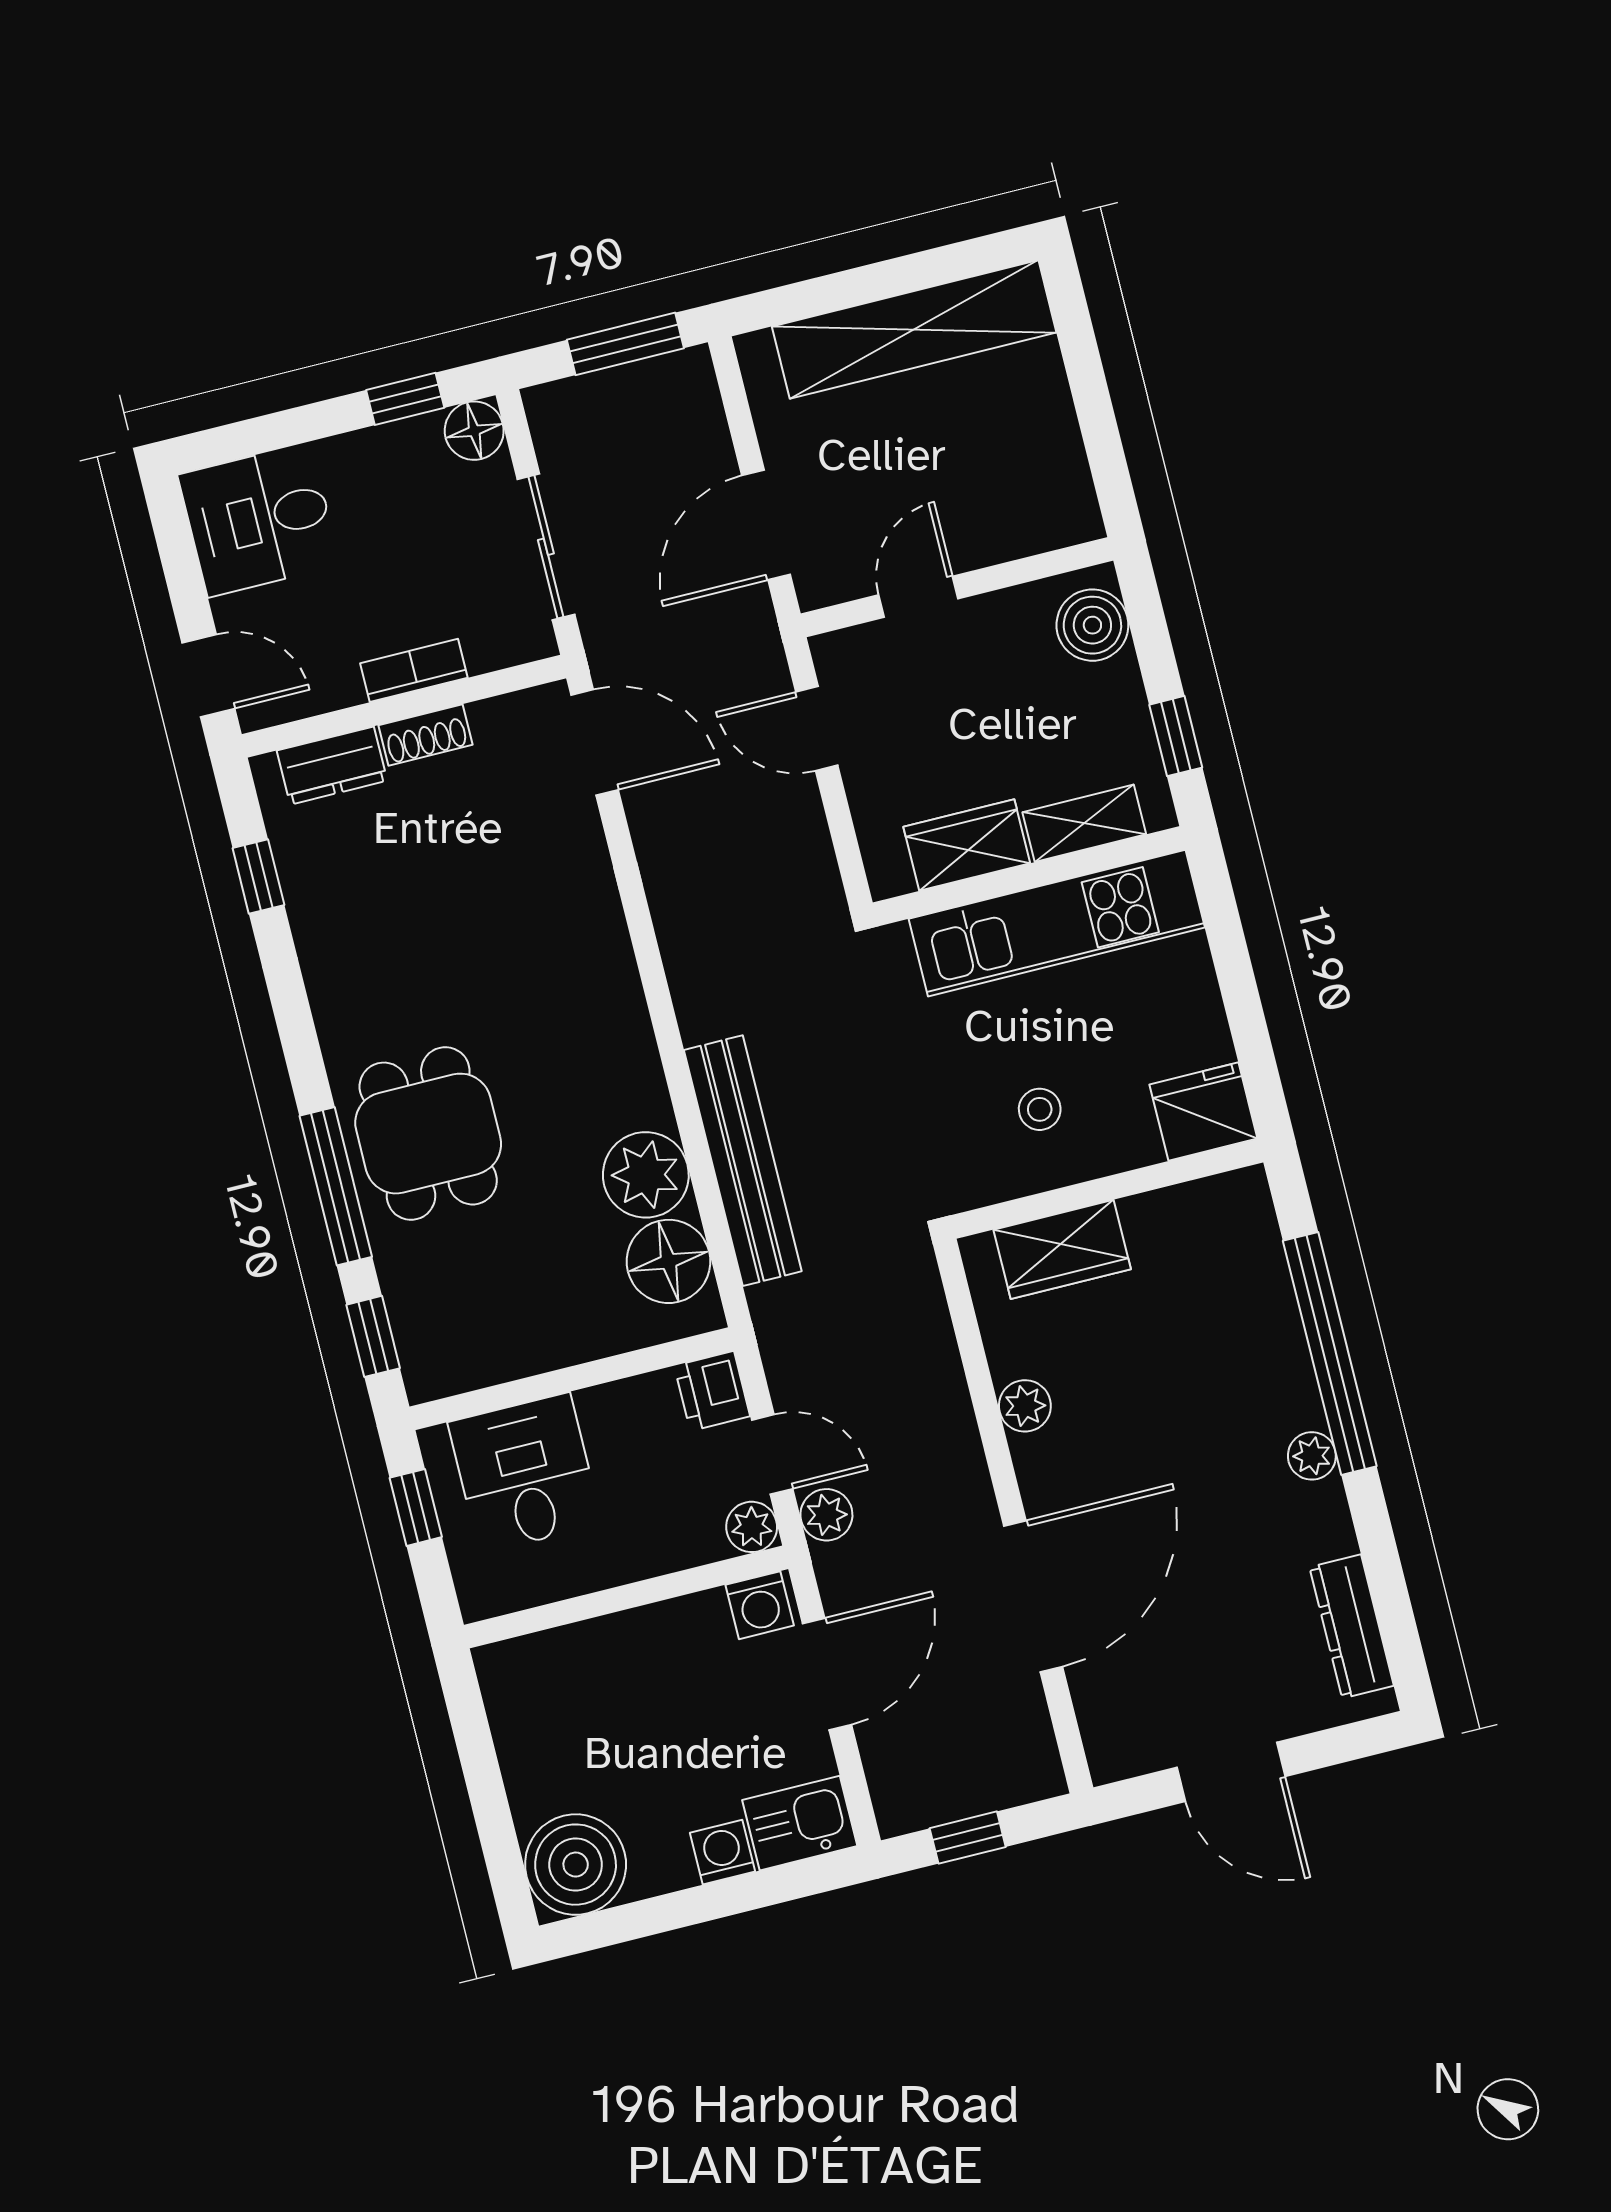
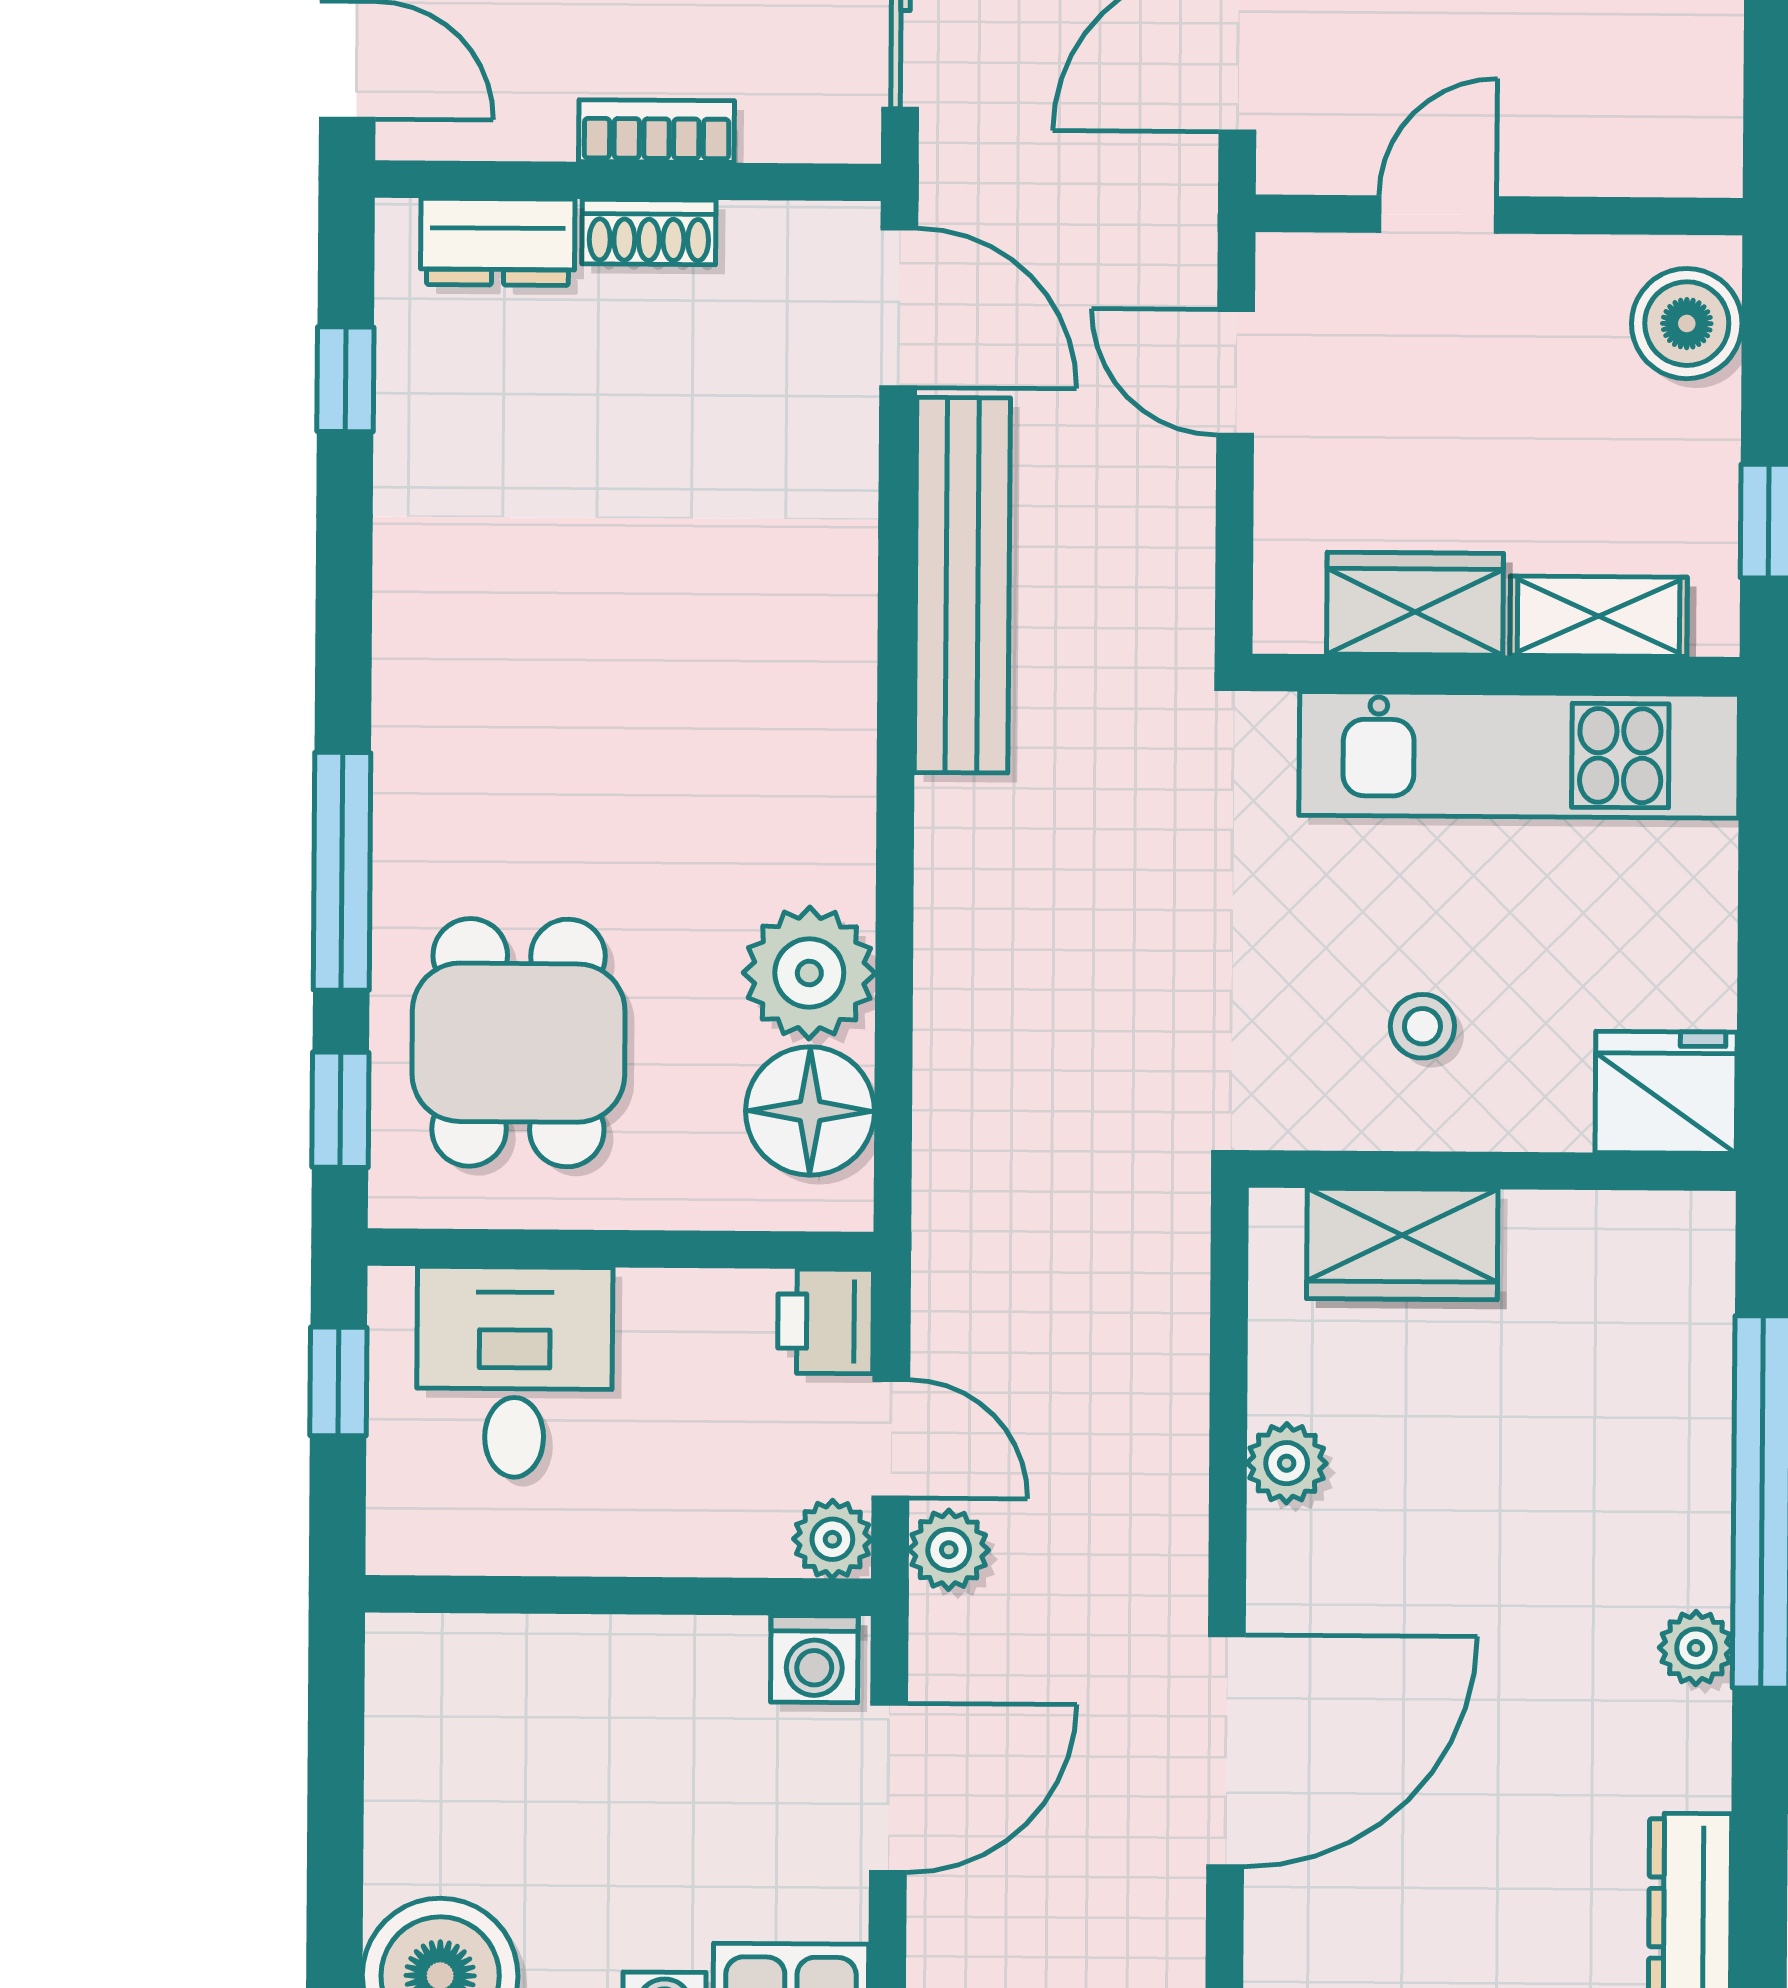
dining table: (428, 1134) -> (519, 1043), moved
bench: (743, 1161) -> (962, 585), moved

